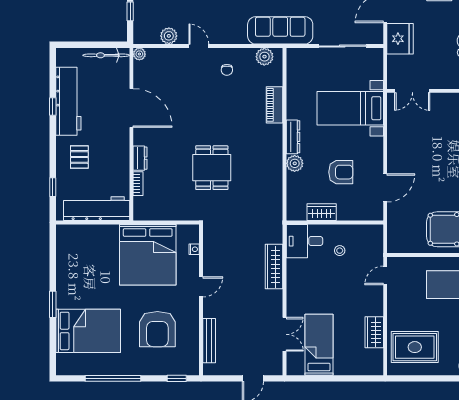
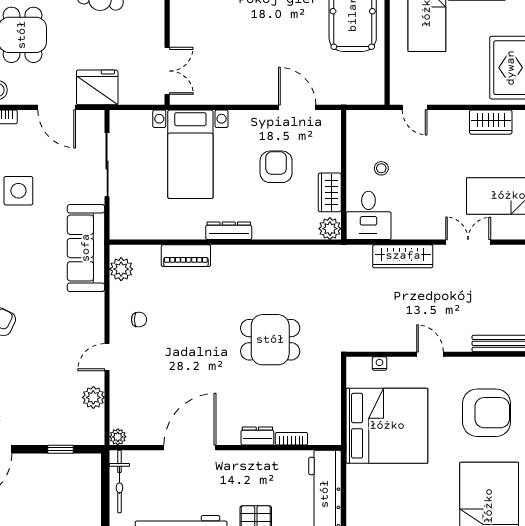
plant: (295, 163) -> (330, 229), moved
double door: (285, 334) -> (468, 242), moved

